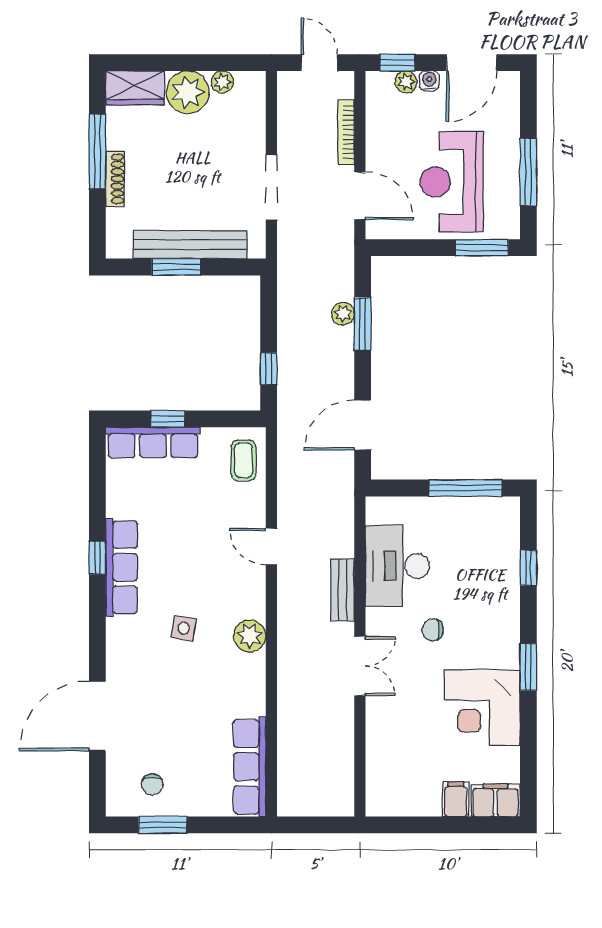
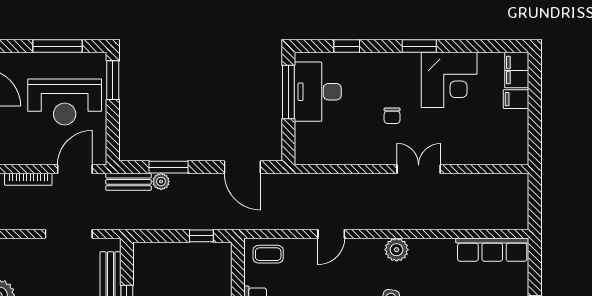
desk: (397, 566) -> (318, 92), moved, turned 90
bench: (343, 590) -> (129, 182), moved

